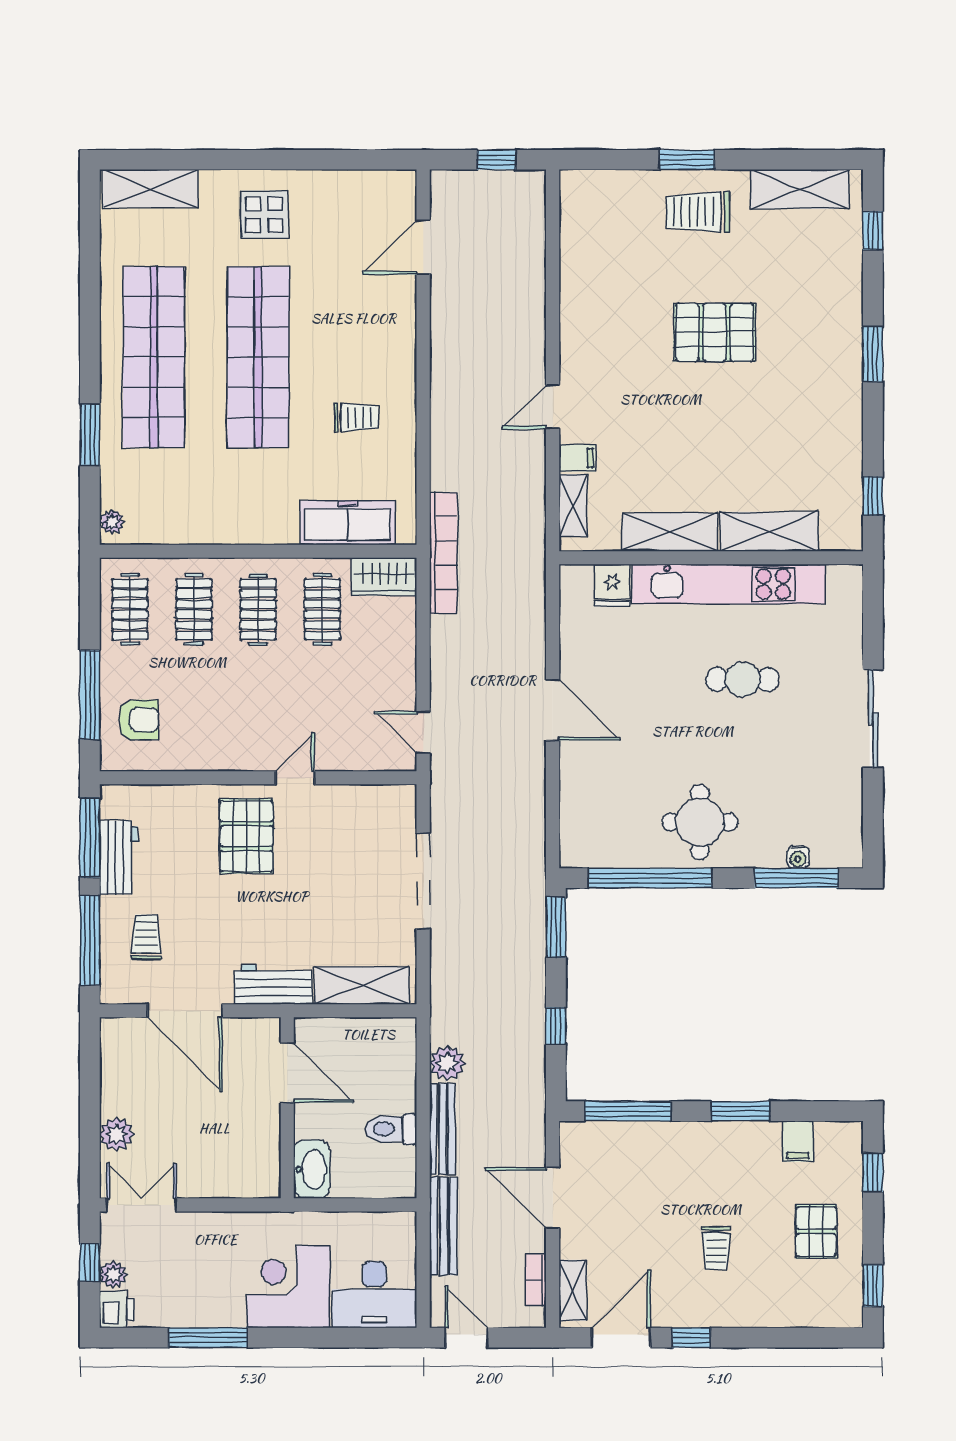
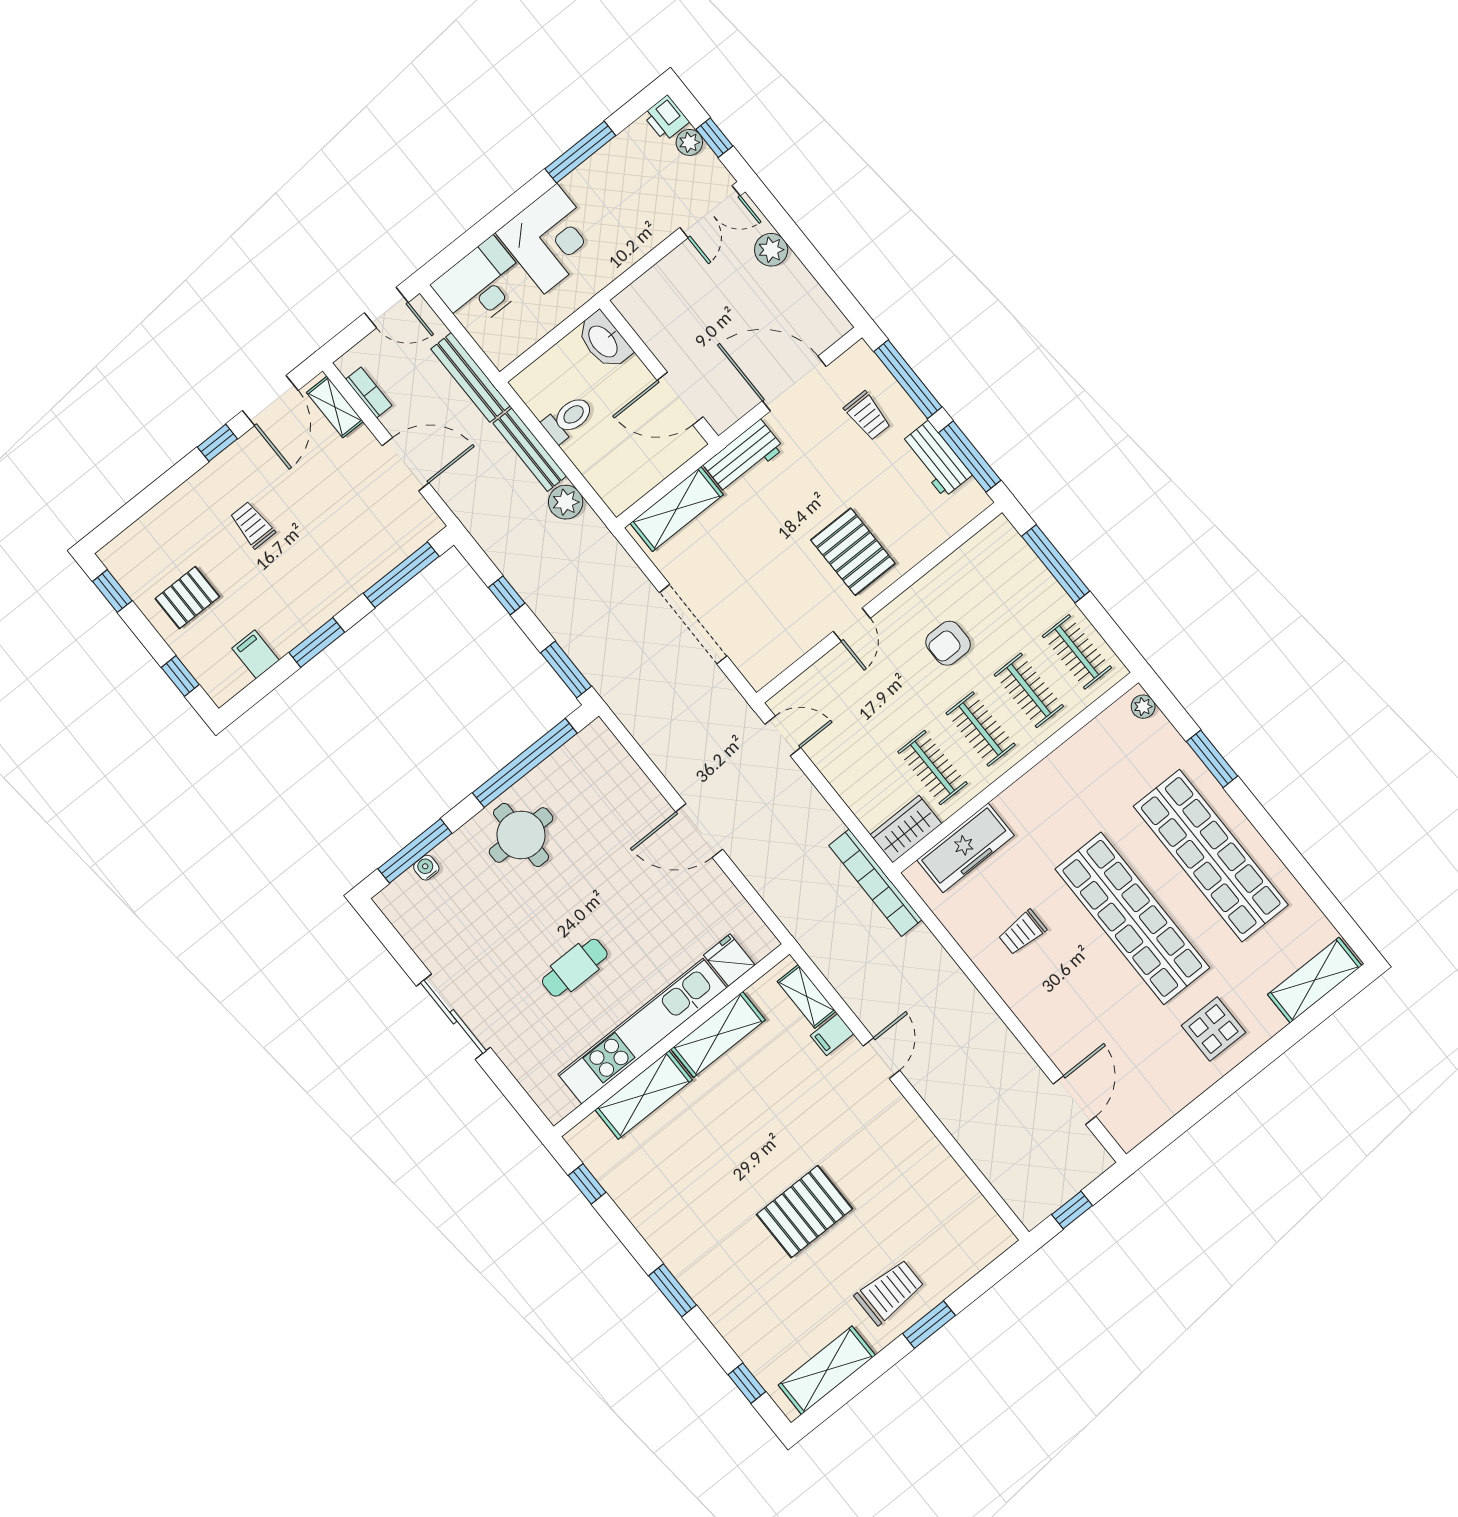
armchair: (139, 720) -> (948, 643), moved
pallet: (816, 1232) -> (187, 598), turned 90

